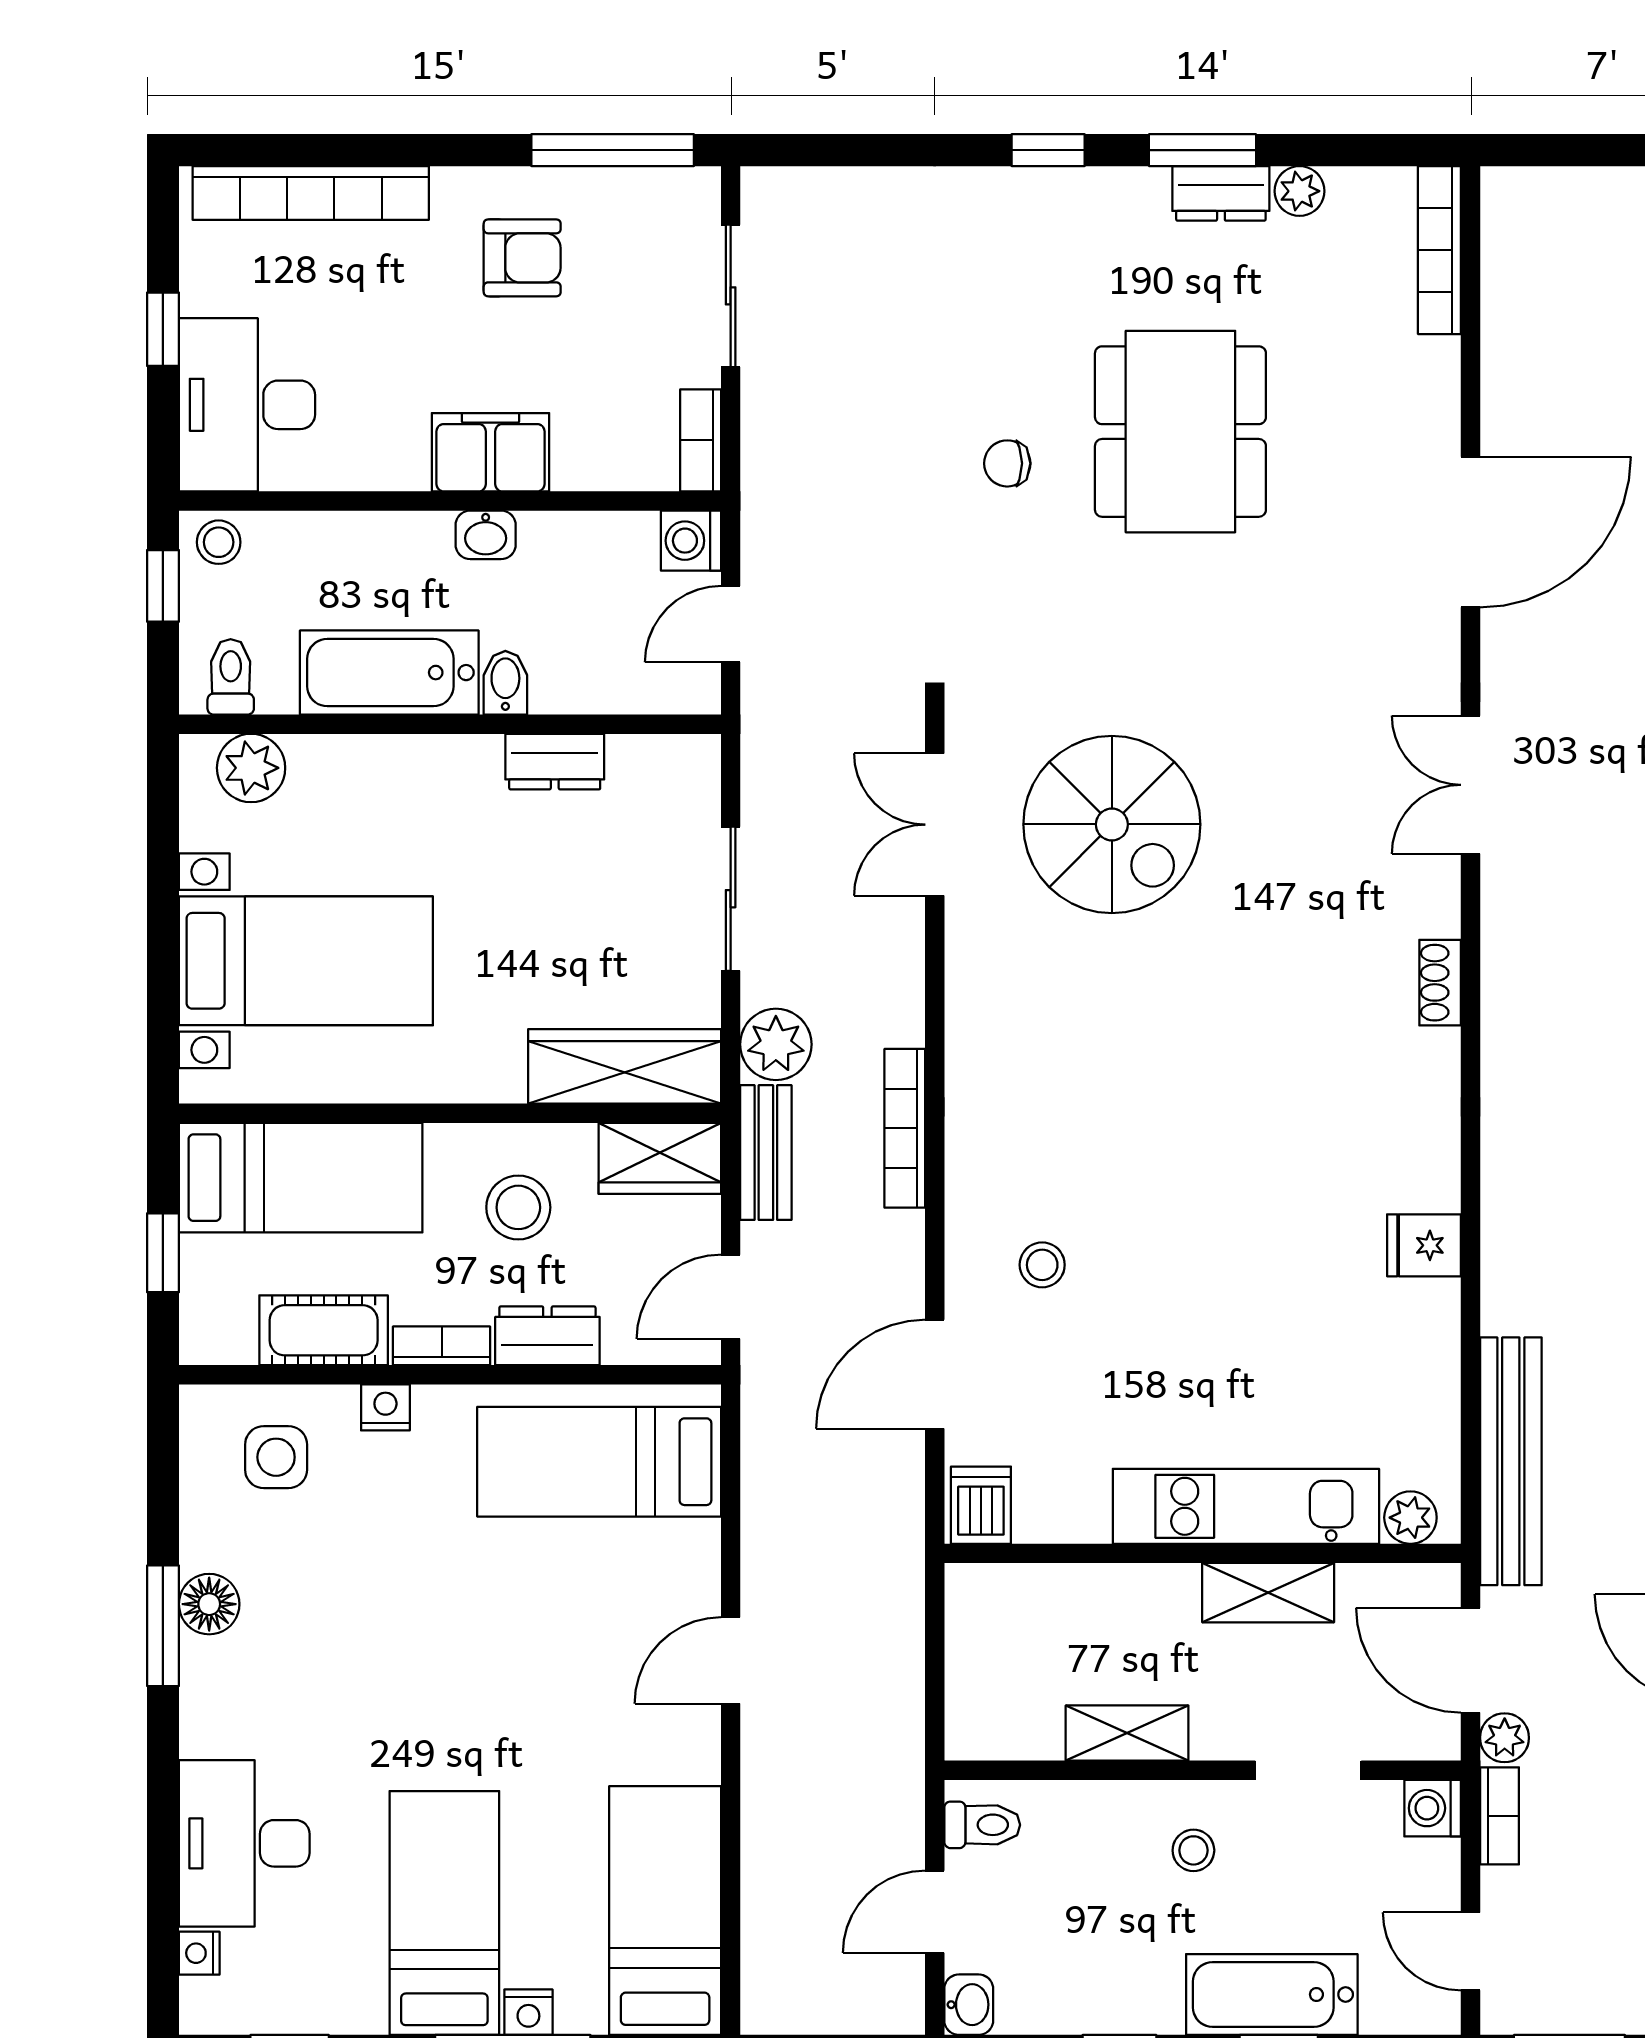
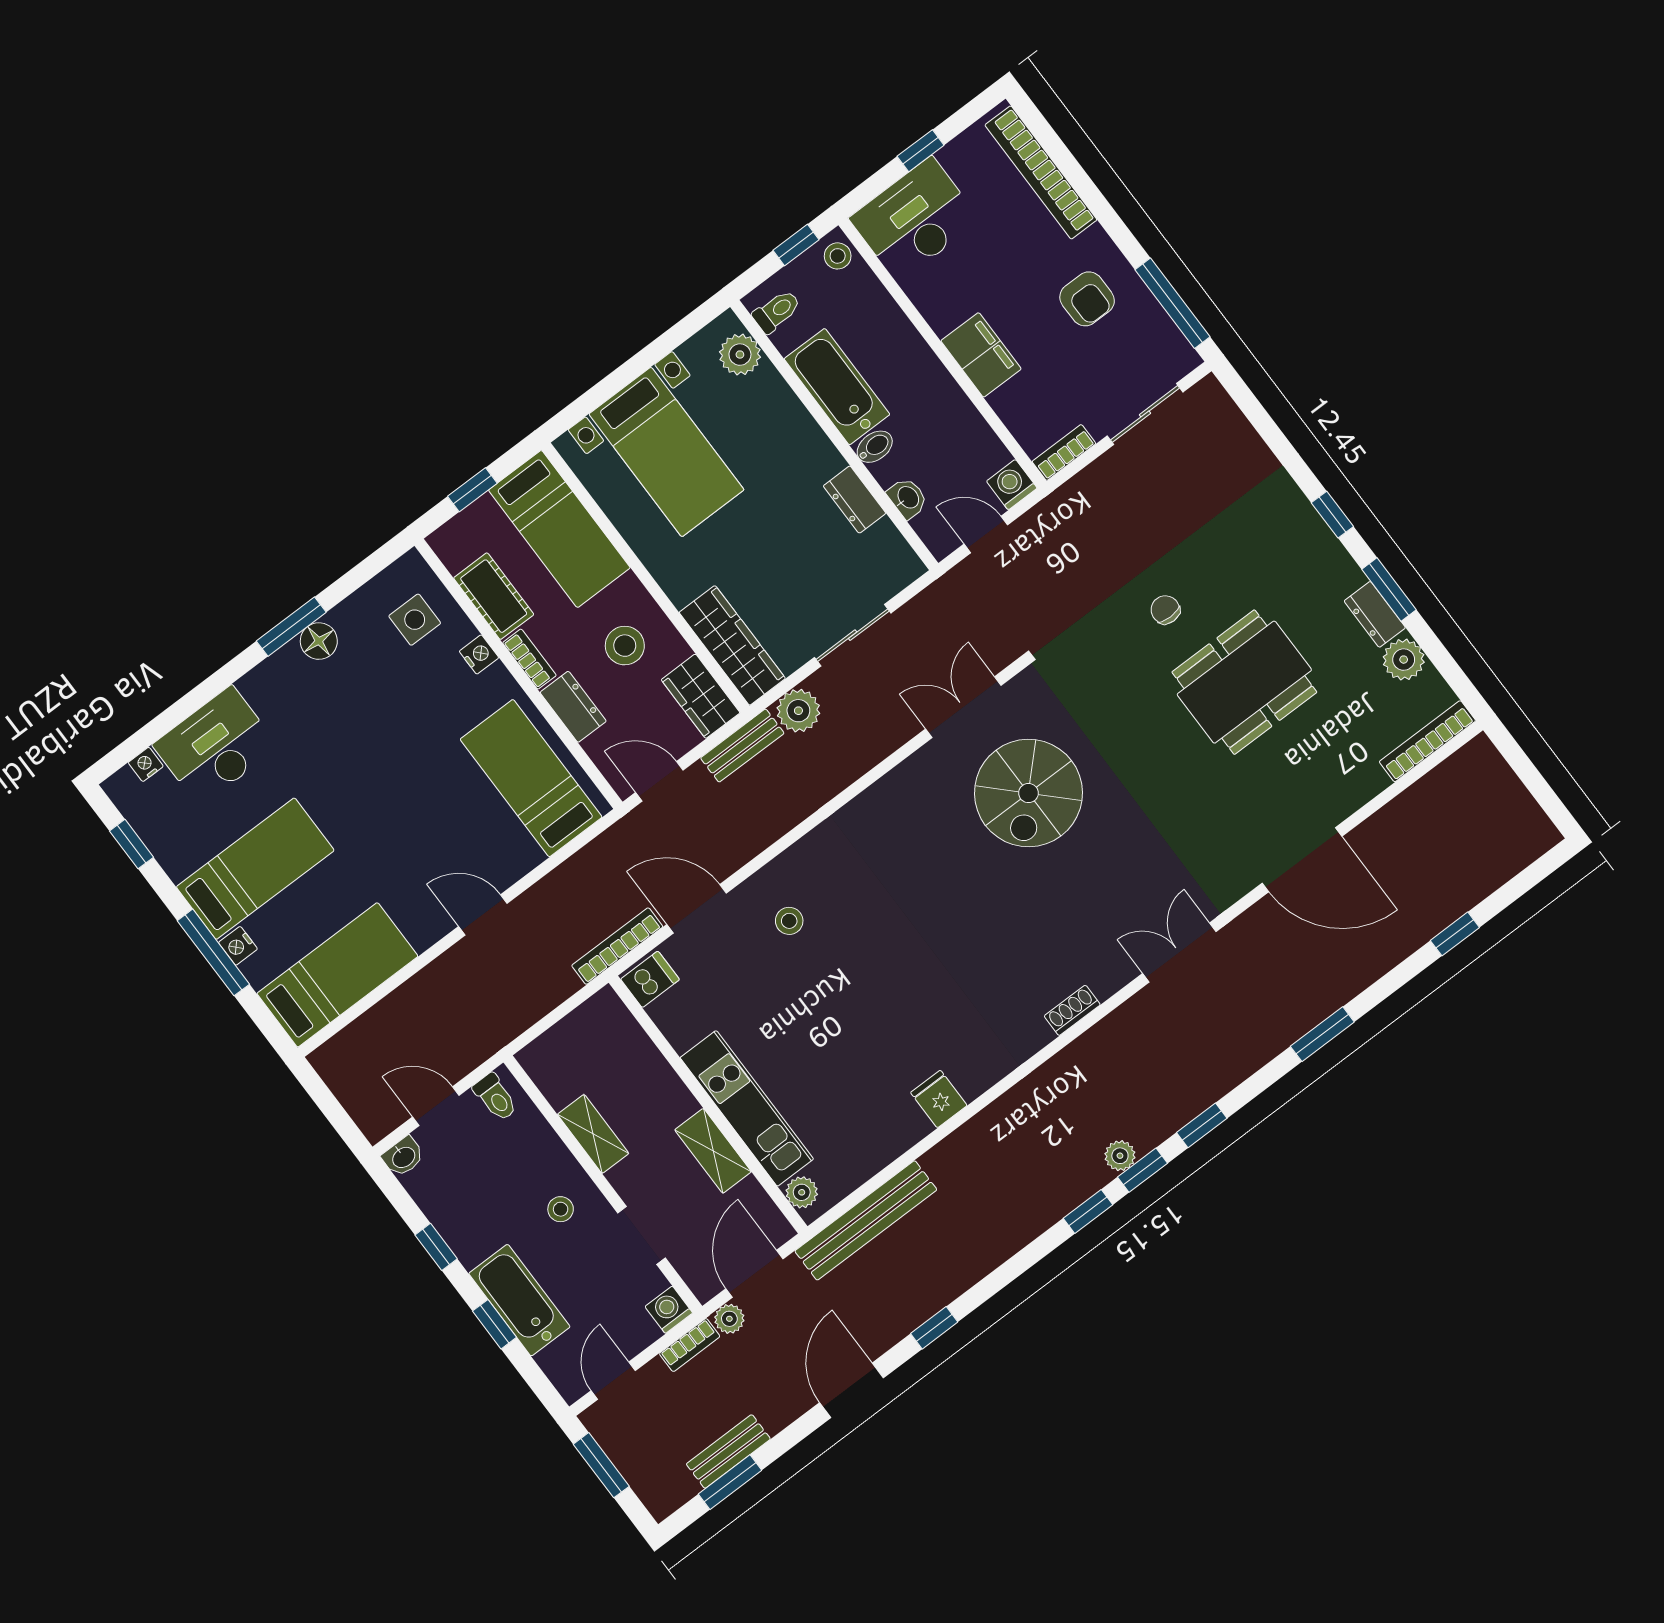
plant: (1299, 191) -> (1404, 660), width x1.38, depth x1.38
washbasin: (486, 535) -> (908, 498), moved, turned 180
bookcase: (905, 1128) -> (617, 946), moved

